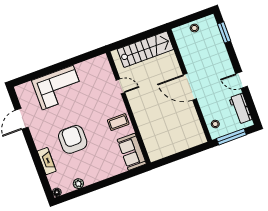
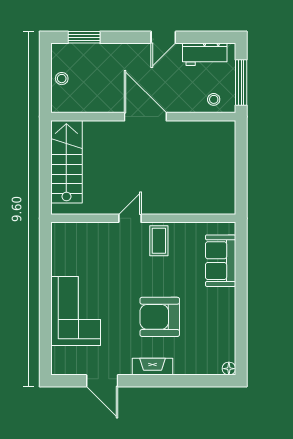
door: (120, 86) -> (130, 218), moved
door: (190, 87) -> (145, 117), swing flipped
sofa: (132, 152) -> (221, 261), moved, turned 90
fireplace: (47, 161) -> (153, 367), moved
plant: (78, 184) -> (228, 332), removed

